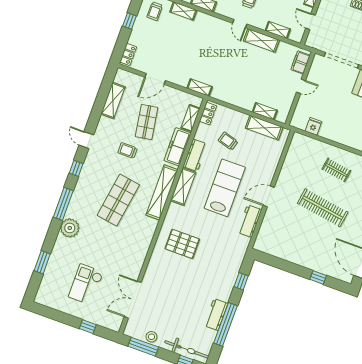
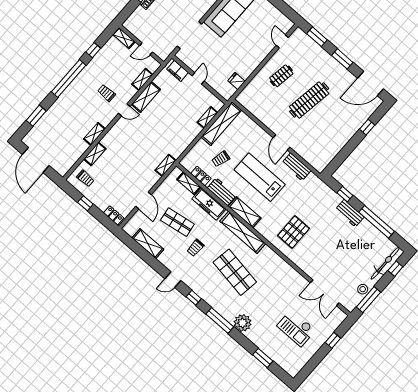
locker: (208, 113) -> (201, 176), moved
shelving: (264, 128) -> (221, 124), width x1.47
workbench: (216, 315) -> (350, 213), moved

